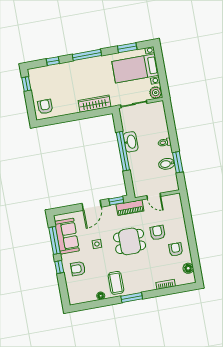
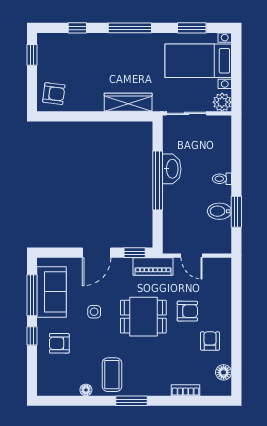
armchair: (45, 107) -> (54, 94), turned 97
armchair: (158, 233) -> (187, 311), turned 90

